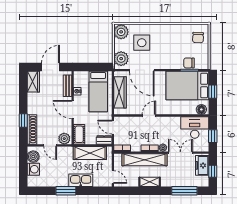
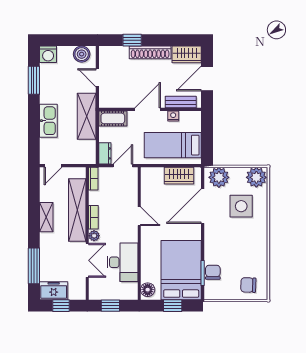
door: (51, 67) -> (207, 78), swing flipped
wardrobe: (120, 92) -> (179, 176), width x0.67
desk: (195, 127) -> (122, 262), moved
shoe rack: (32, 129) -> (150, 52), moved
plant: (64, 139) -> (107, 98), removed
door: (50, 145) -> (97, 78), hinge flipped
shelving: (90, 153) -> (87, 116), moved
freezer: (202, 165) -> (54, 291), moved
washing machine: (33, 169) -> (48, 54), moved
window: (66, 191) -> (34, 80), moved

